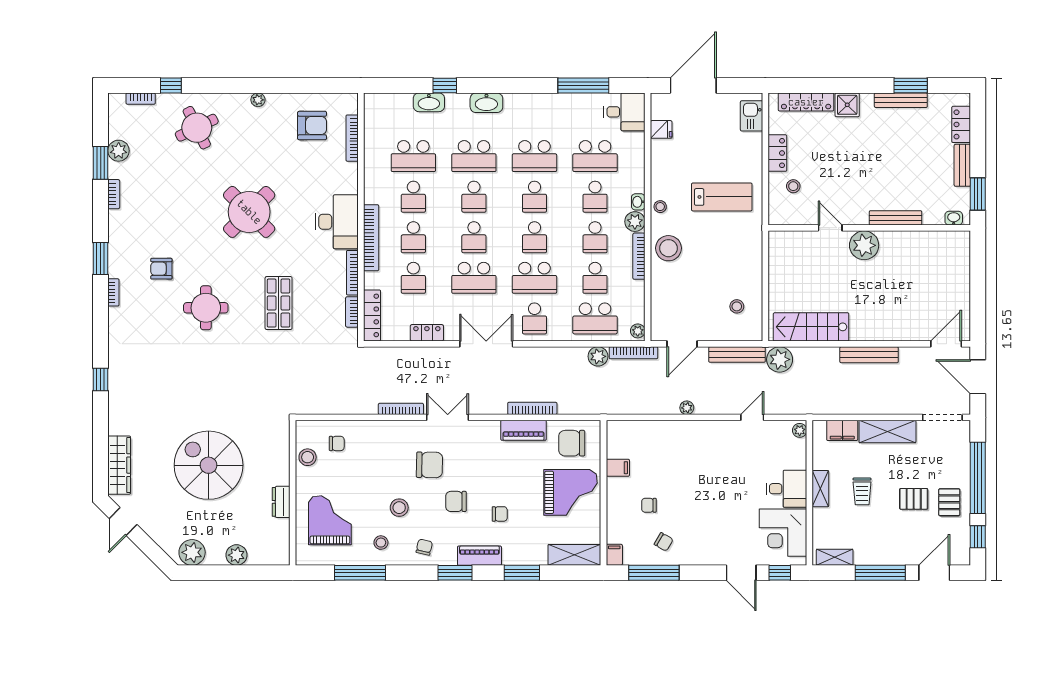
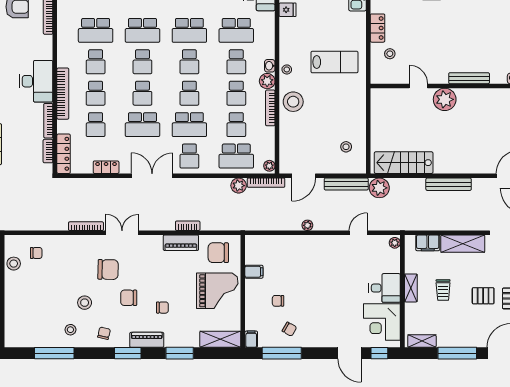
bookcase: (532, 408) -> (188, 226), width x0.64
grand piano: (330, 520) -> (31, 312), removed

